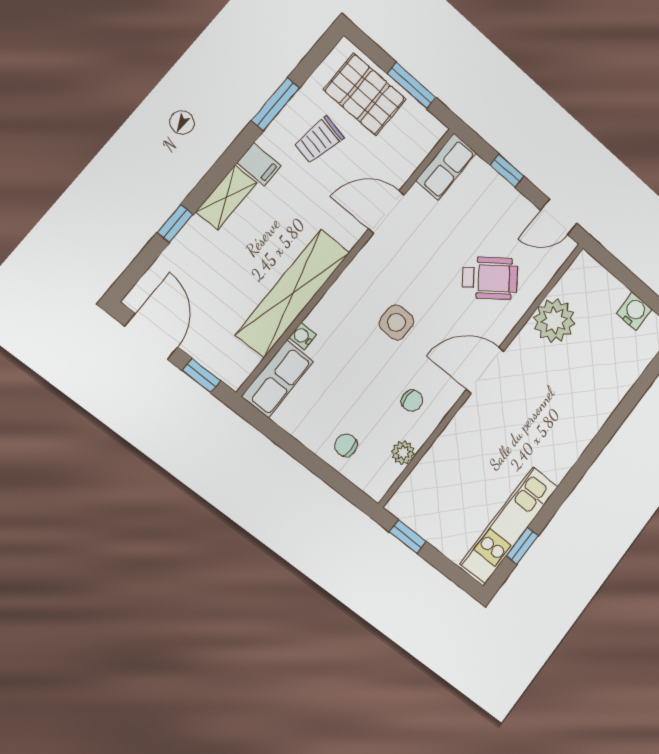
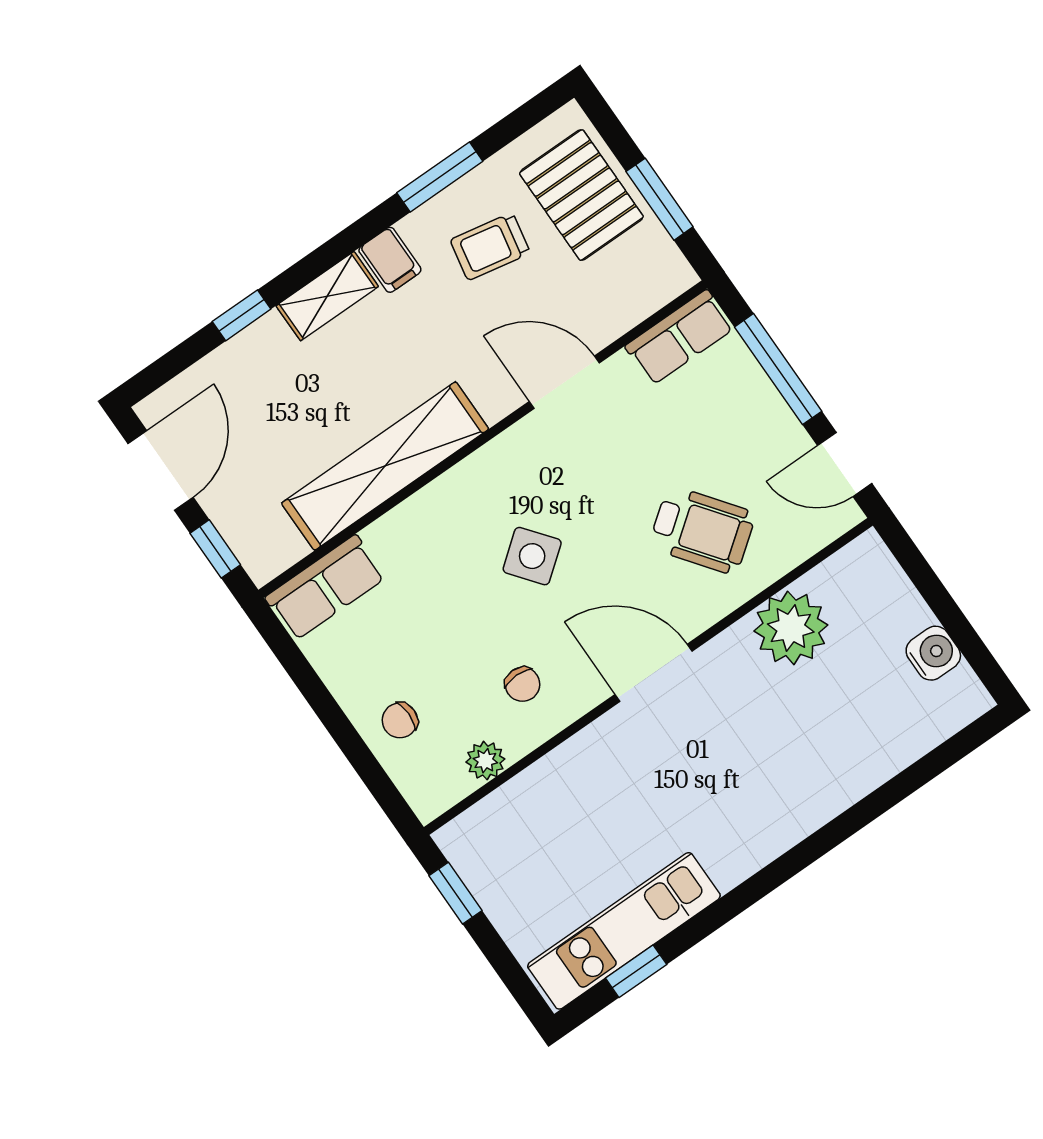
window: (507, 171) -> (778, 369), width x2.17
side table: (396, 322) -> (532, 556), turned -38
water cooler: (302, 336) -> (381, 535), removed
chair: (346, 445) -> (400, 720), turned -90

